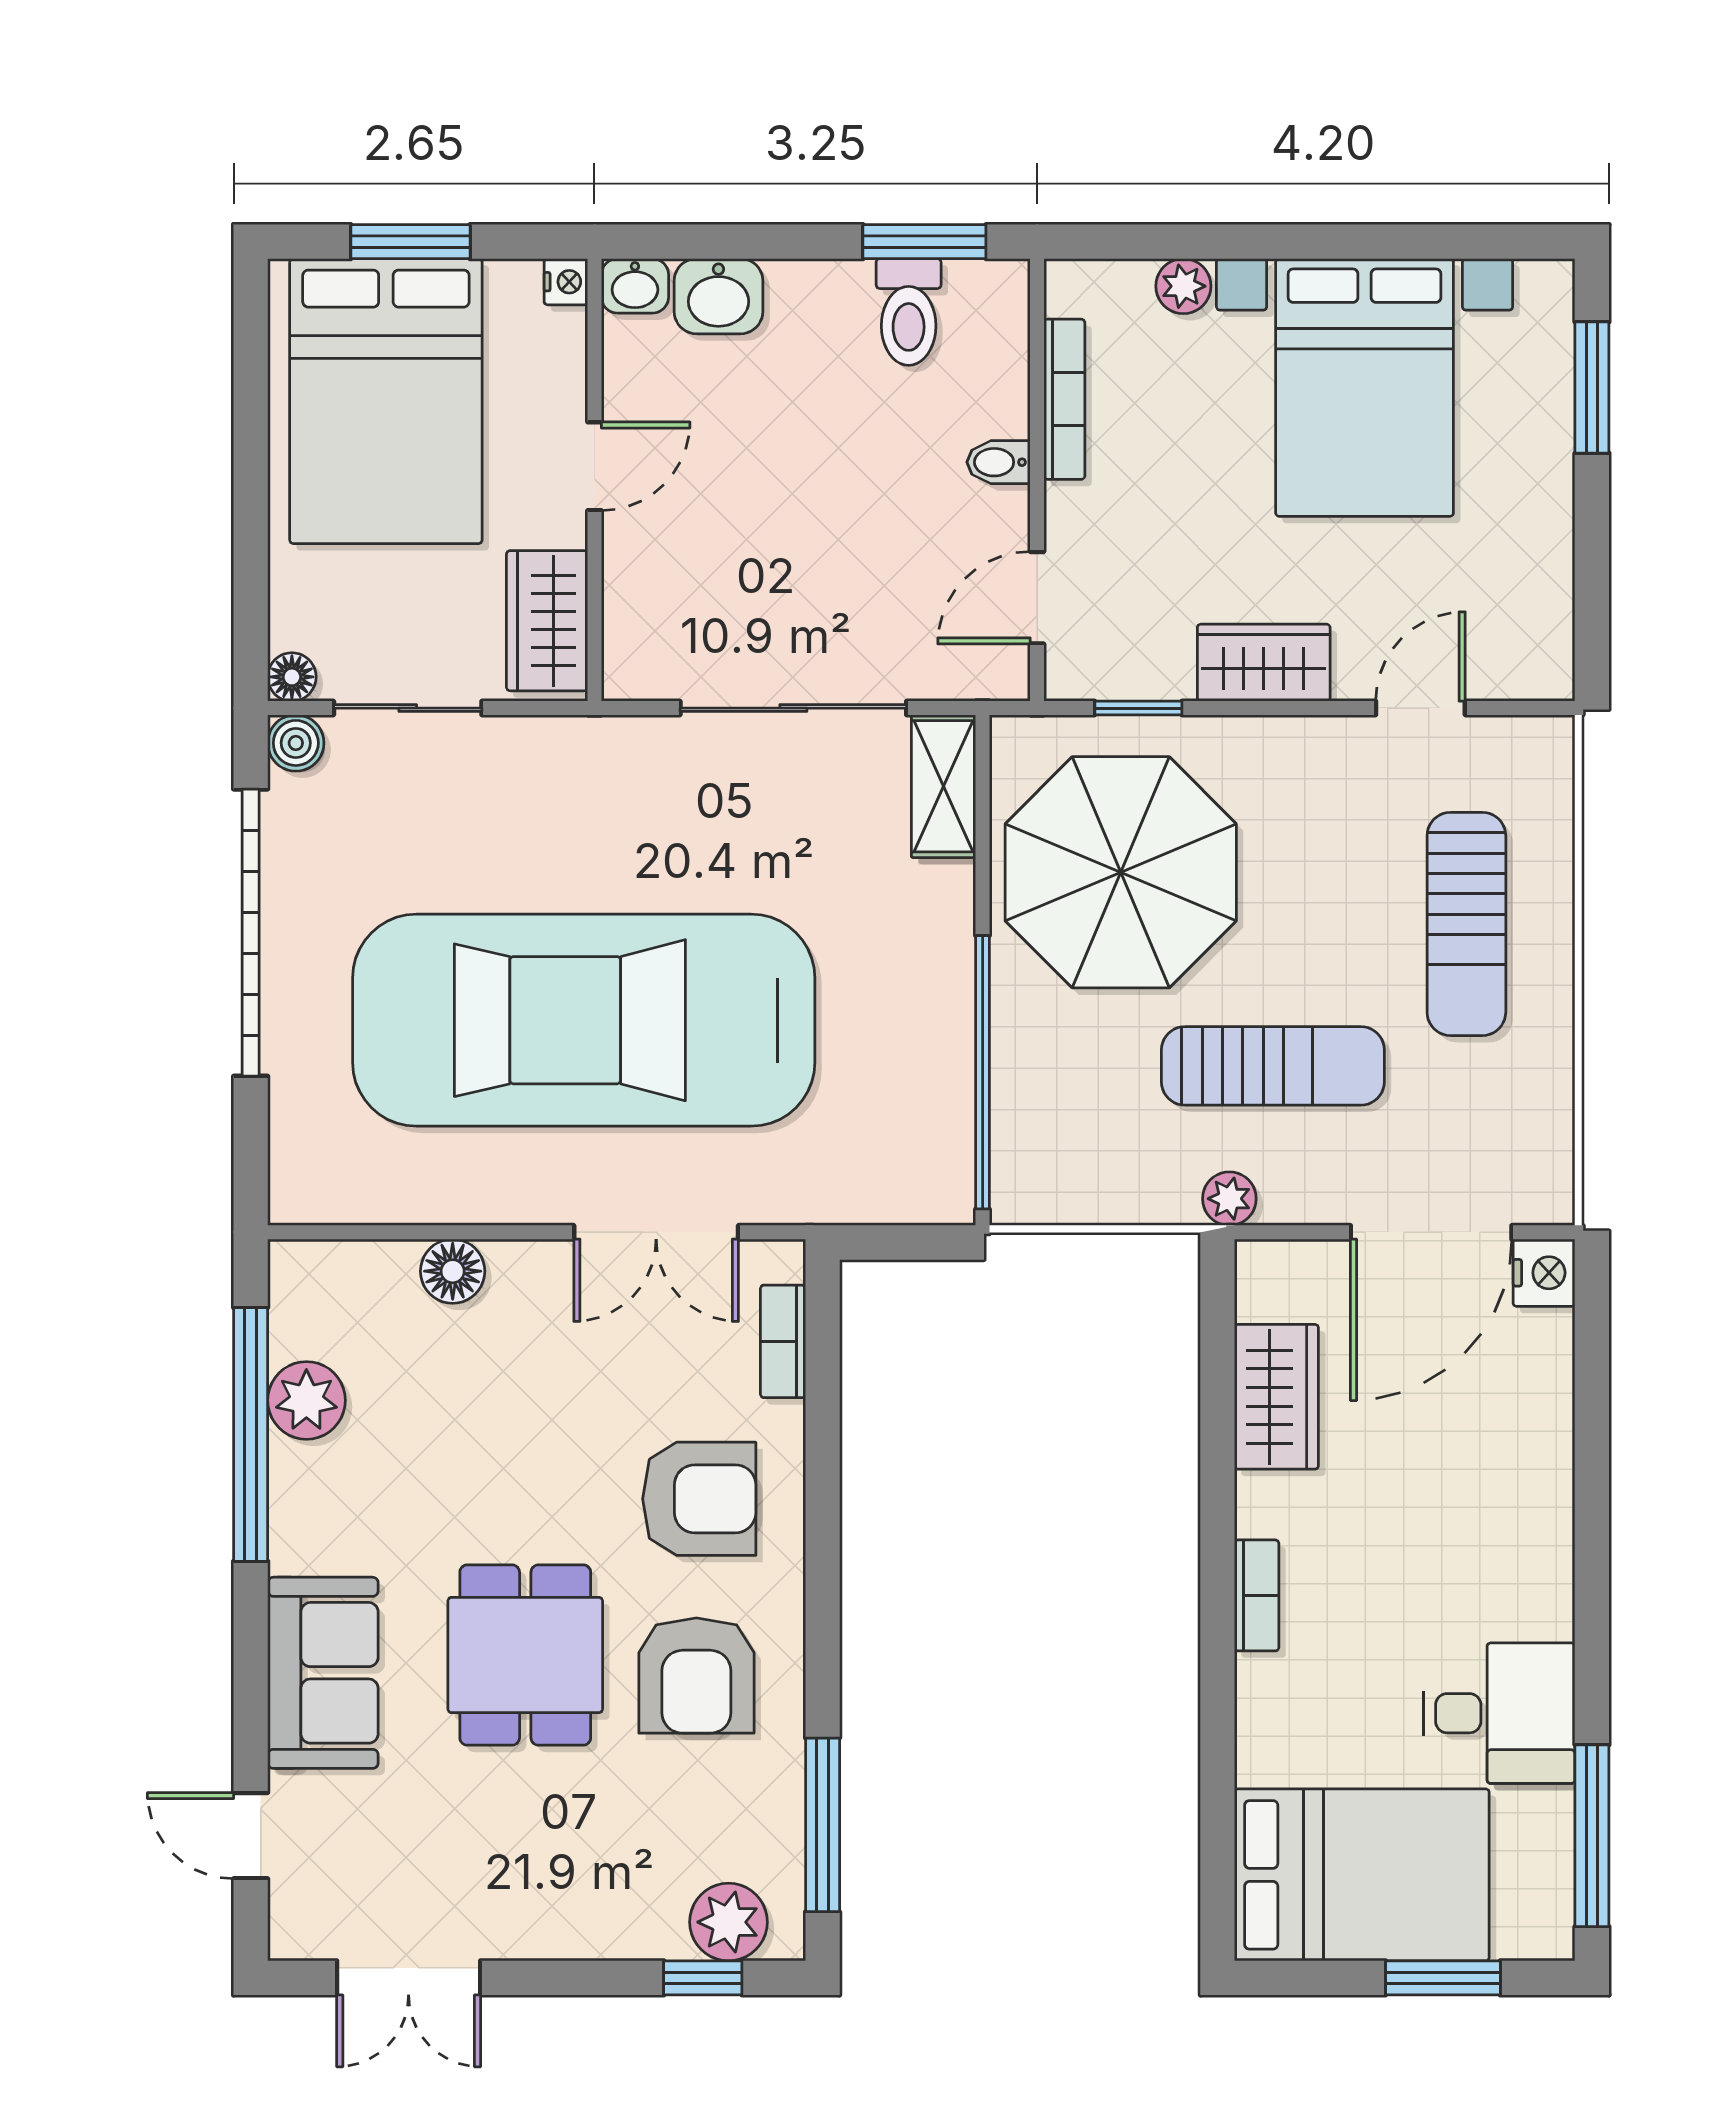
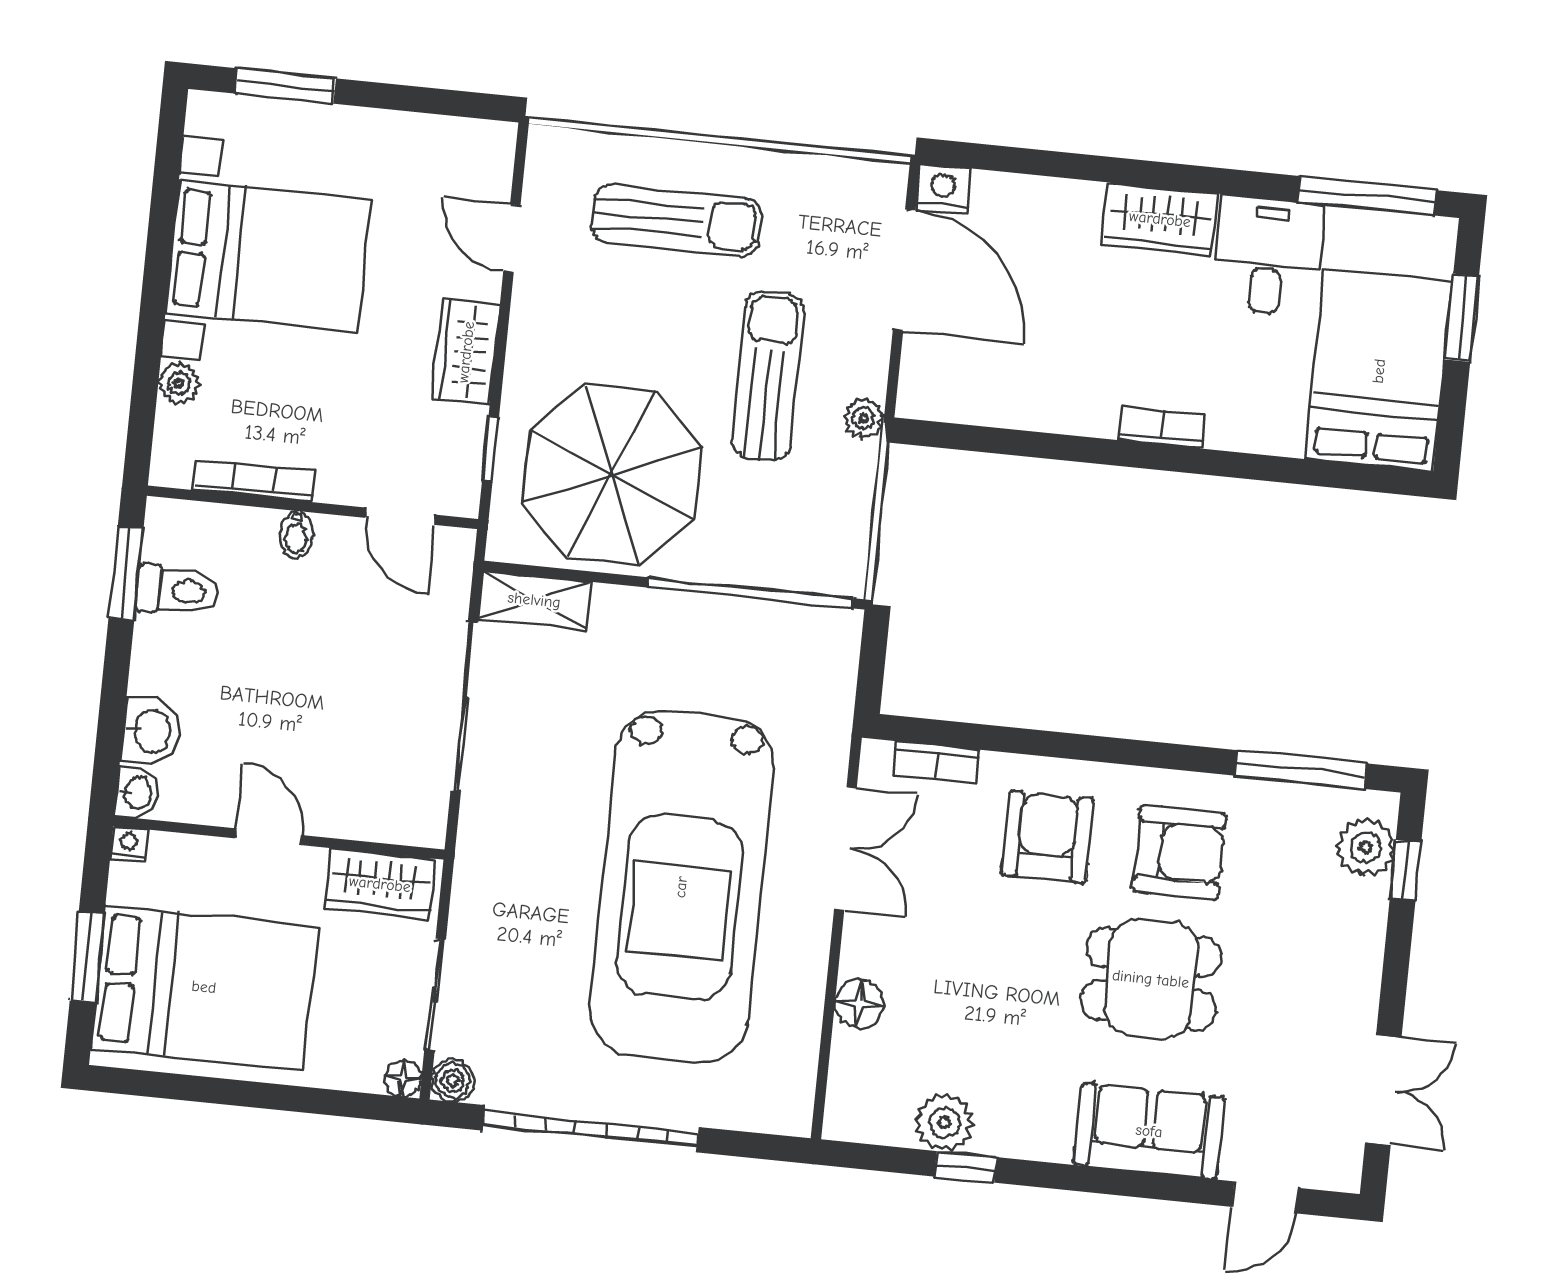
wardrobe: (1276, 1397) -> (1160, 219), moved, turned 180
window: (251, 1434) -> (966, 1167), width x0.32

